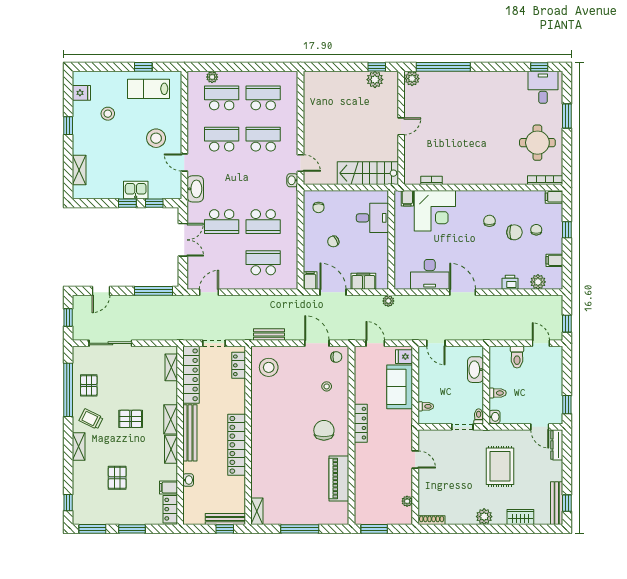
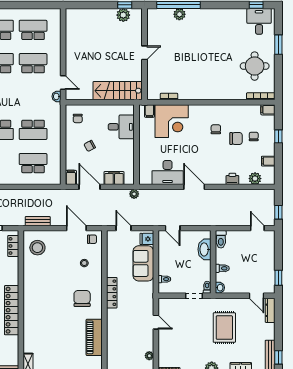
plant: (412, 79) -> (179, 14), moved
toilet: (517, 357) -> (221, 239), moved

